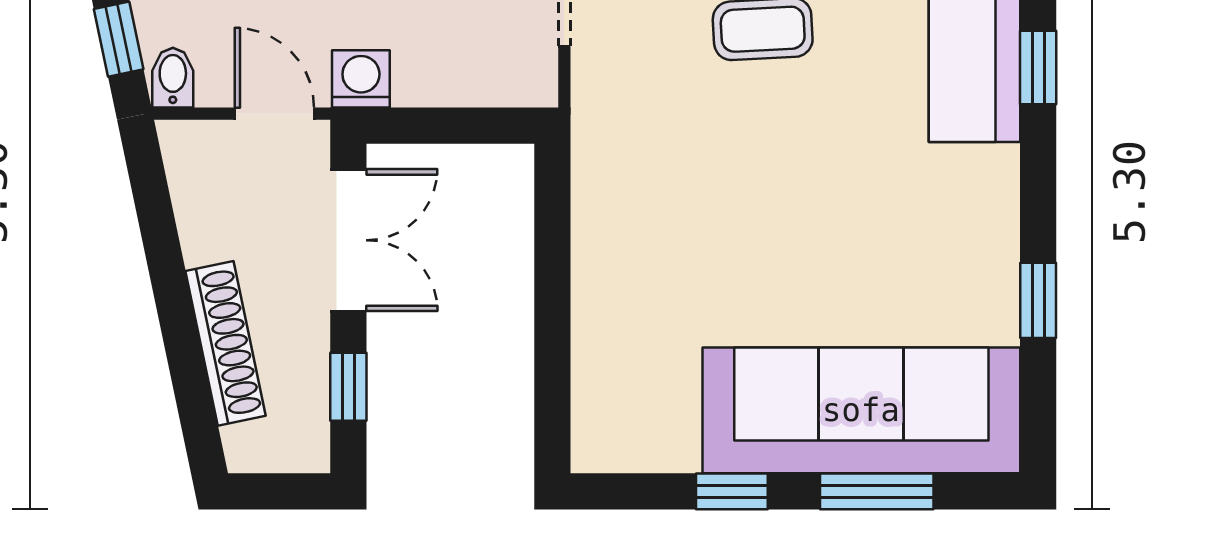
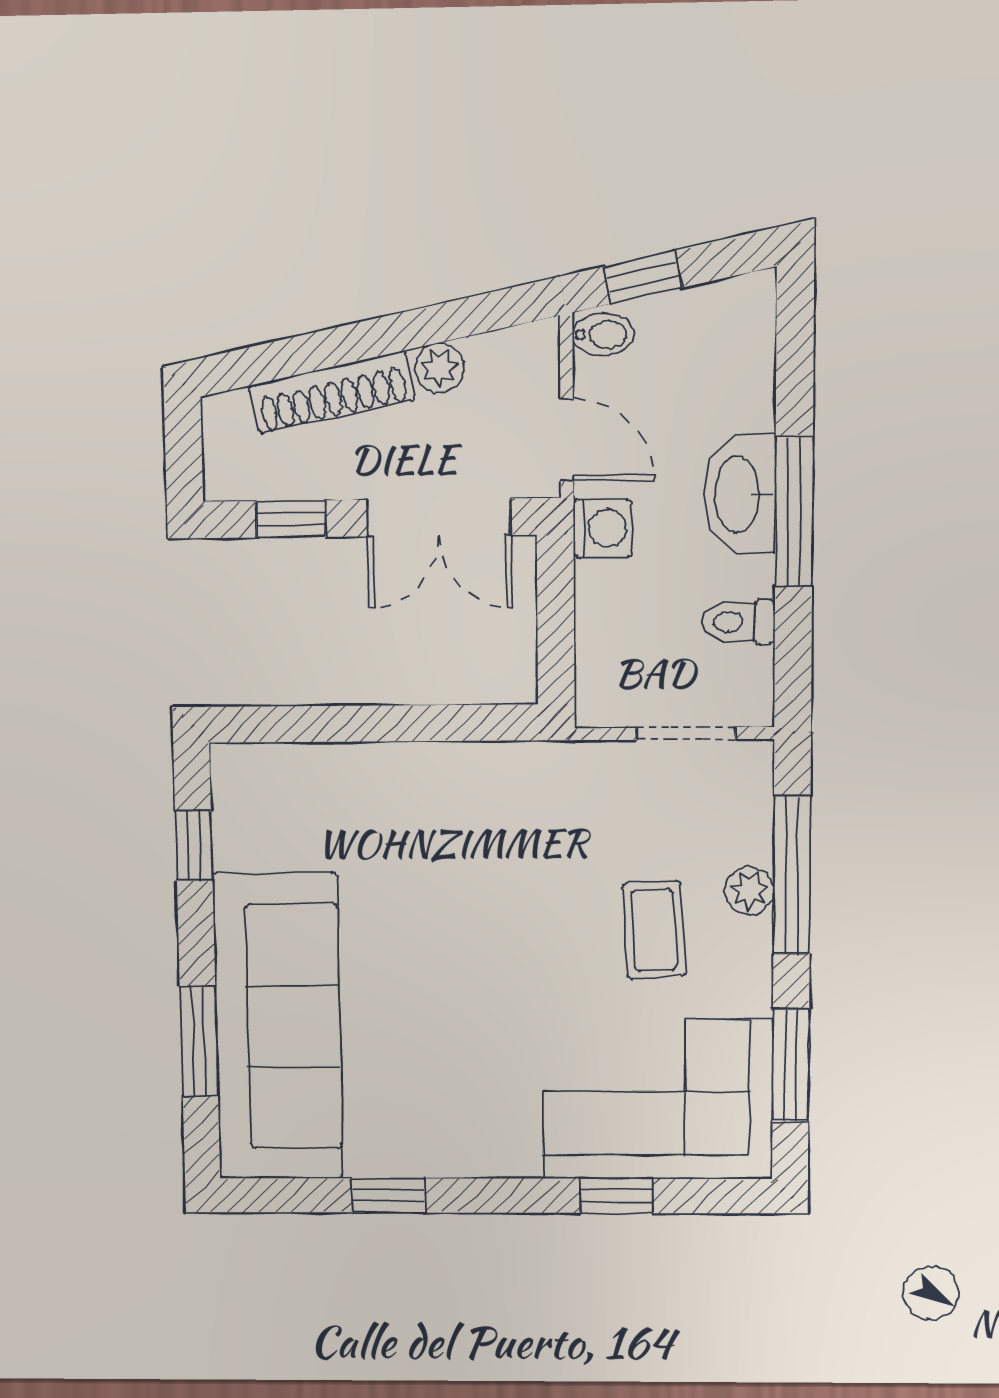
door: (274, 114) -> (567, 440), hinge flipped
plant: (203, 238) -> (439, 368), added
window: (732, 491) -> (194, 845), moved

